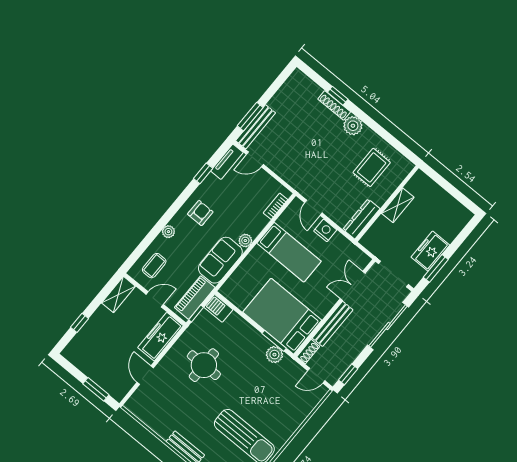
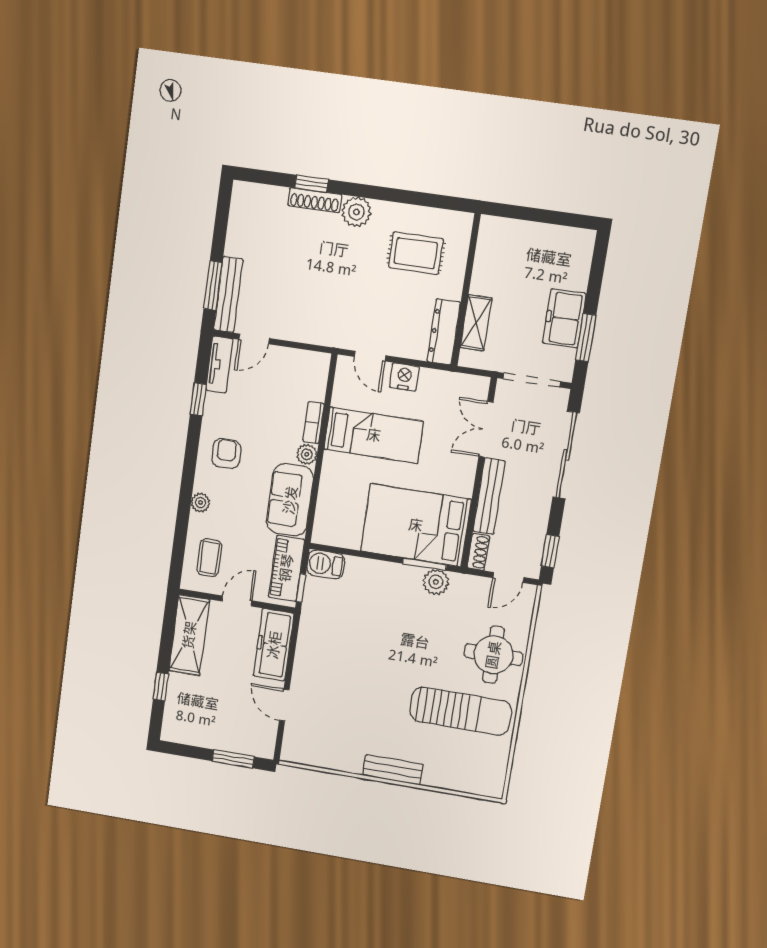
rug: (372, 167) -> (416, 253), turned 90
shelving: (398, 205) -> (476, 323), moved
bookcase: (276, 206) -> (313, 423), moved
shelving: (118, 295) -> (189, 635), width x1.50, depth x1.33
round table: (204, 365) -> (493, 655), moved

